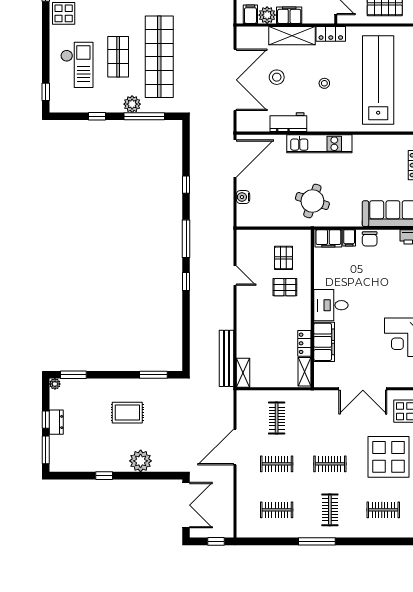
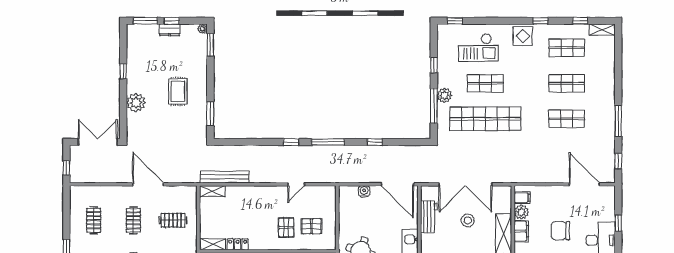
workbench: (288, 122) -> (429, 217), moved
double door: (186, 505) -> (98, 142), swing flipped

